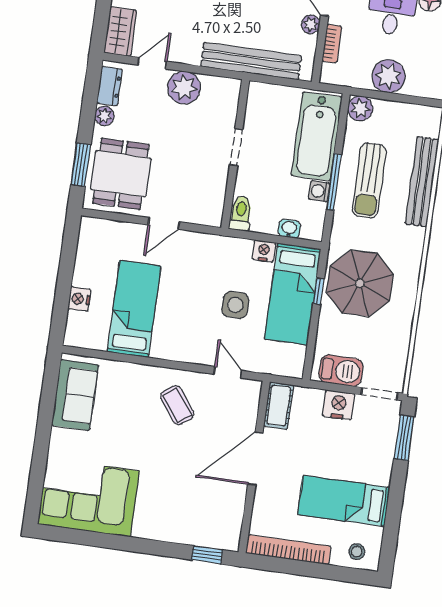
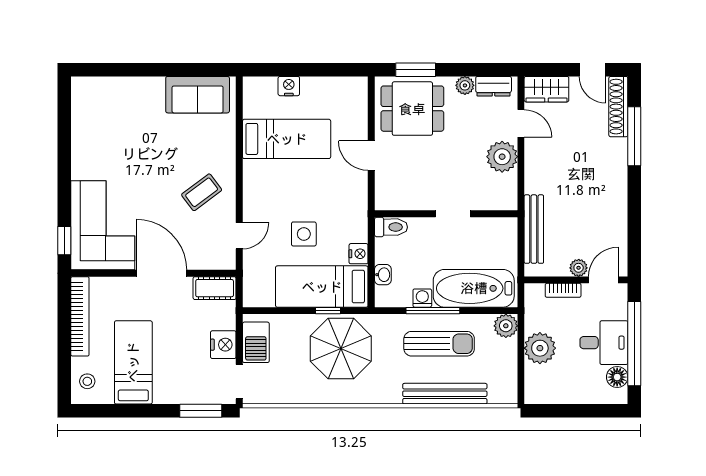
bench: (251, 61) -> (534, 229), width x0.73, depth x0.82
sun lounger: (369, 180) -> (439, 344), turned 180
corner sofa: (88, 497) -> (103, 225), moved

